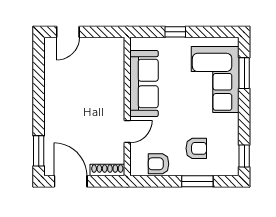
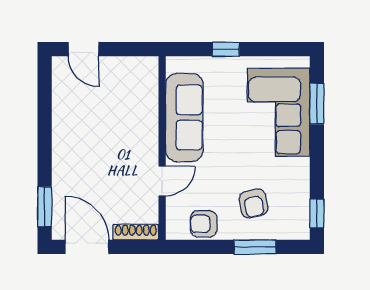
door: (68, 32) -> (84, 49), hinge flipped
armchair: (196, 148) -> (253, 203), turned 79

